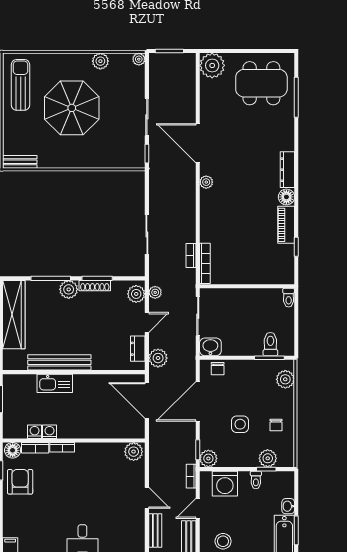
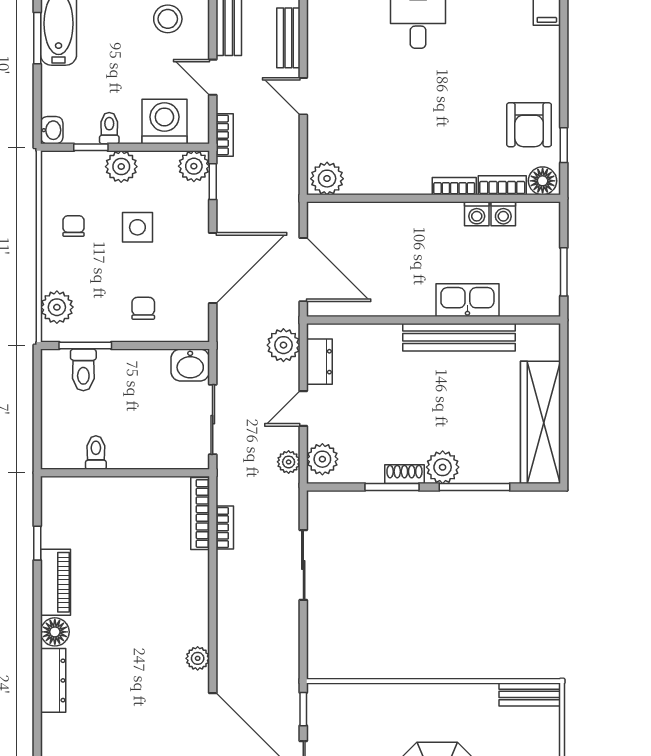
shoe rack: (95, 286) -> (404, 474), width x0.70
toilet: (289, 298) -> (96, 453), moved
chair: (218, 369) -> (143, 308), moved
plant: (268, 458) -> (121, 167), moved
washbasin: (288, 506) -> (52, 130), moved
door: (198, 508) -> (213, 77), swing flipped

